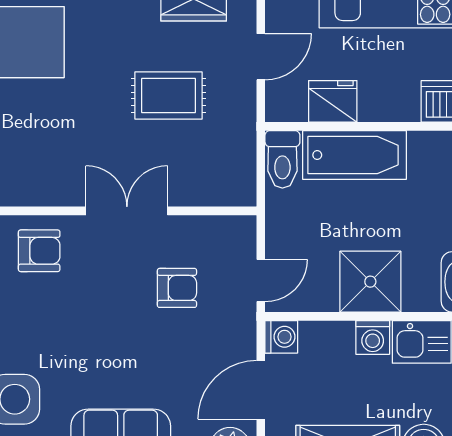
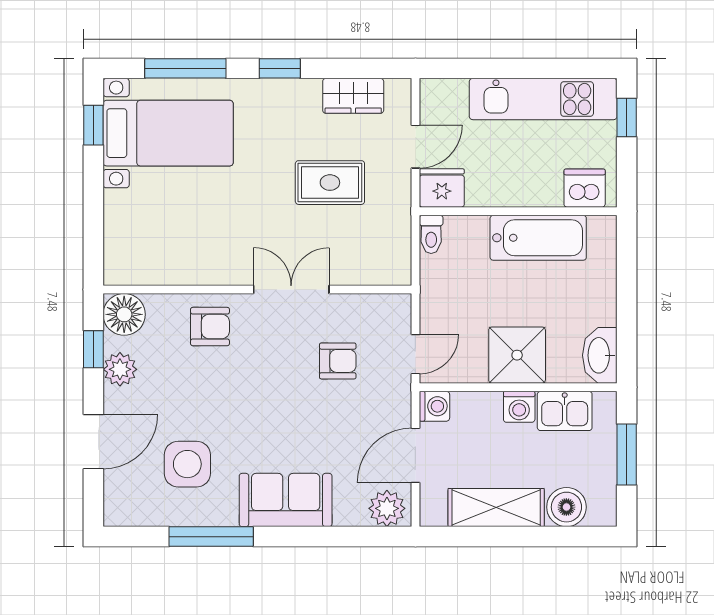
fridge: (333, 101) -> (442, 188), moved
bathtub: (354, 155) -> (538, 238), moved
toilet: (282, 159) -> (431, 234), width x0.73, depth x0.72

